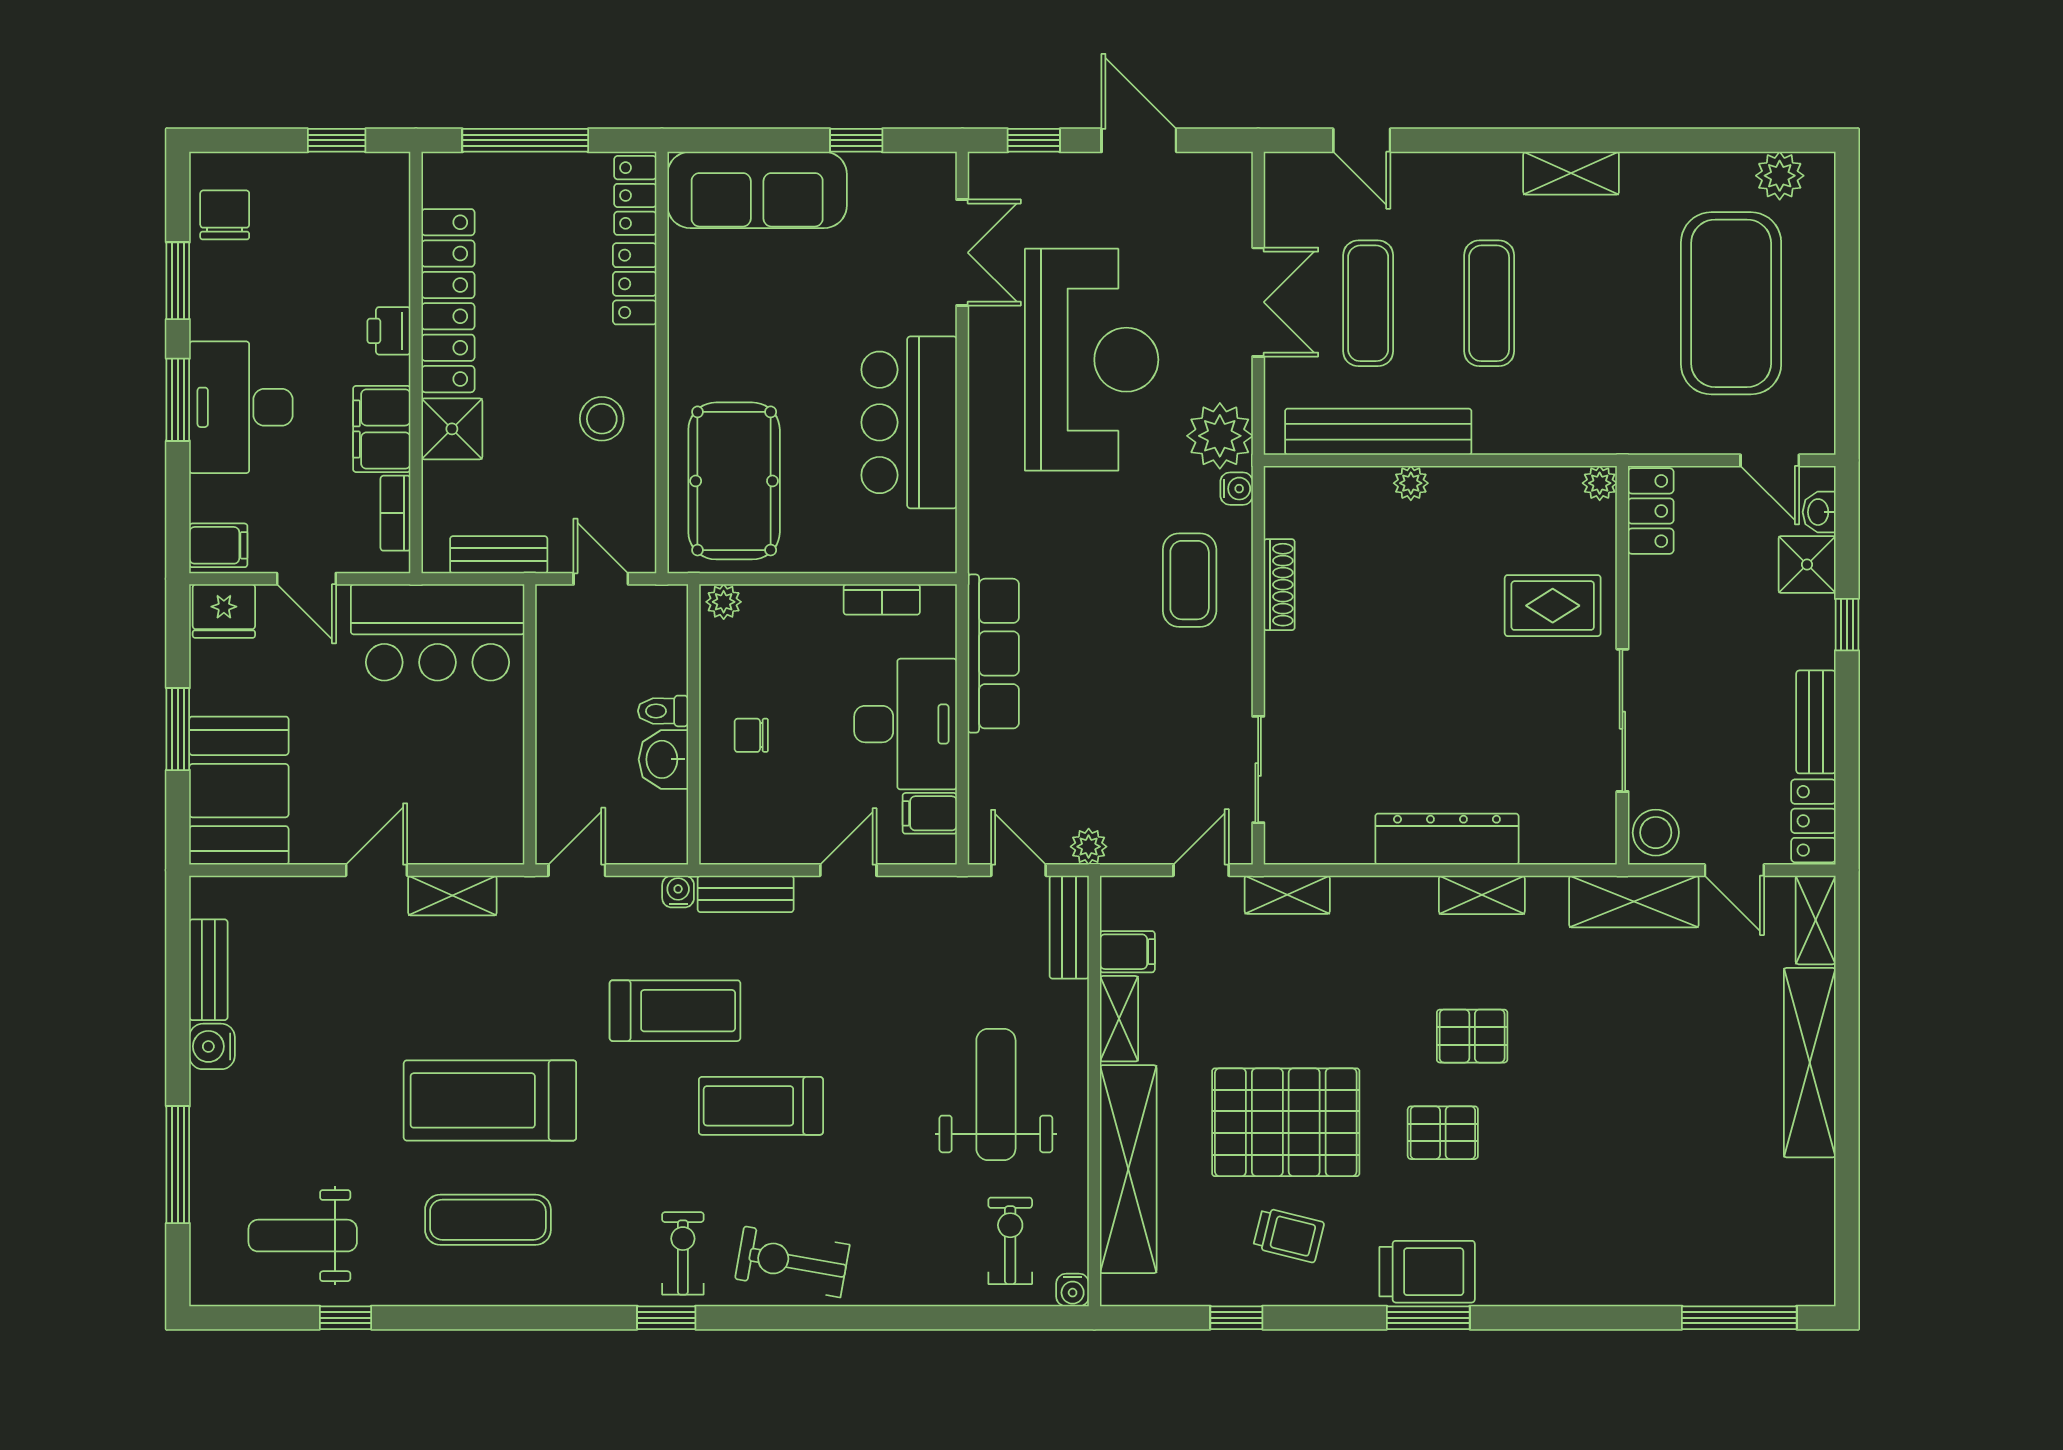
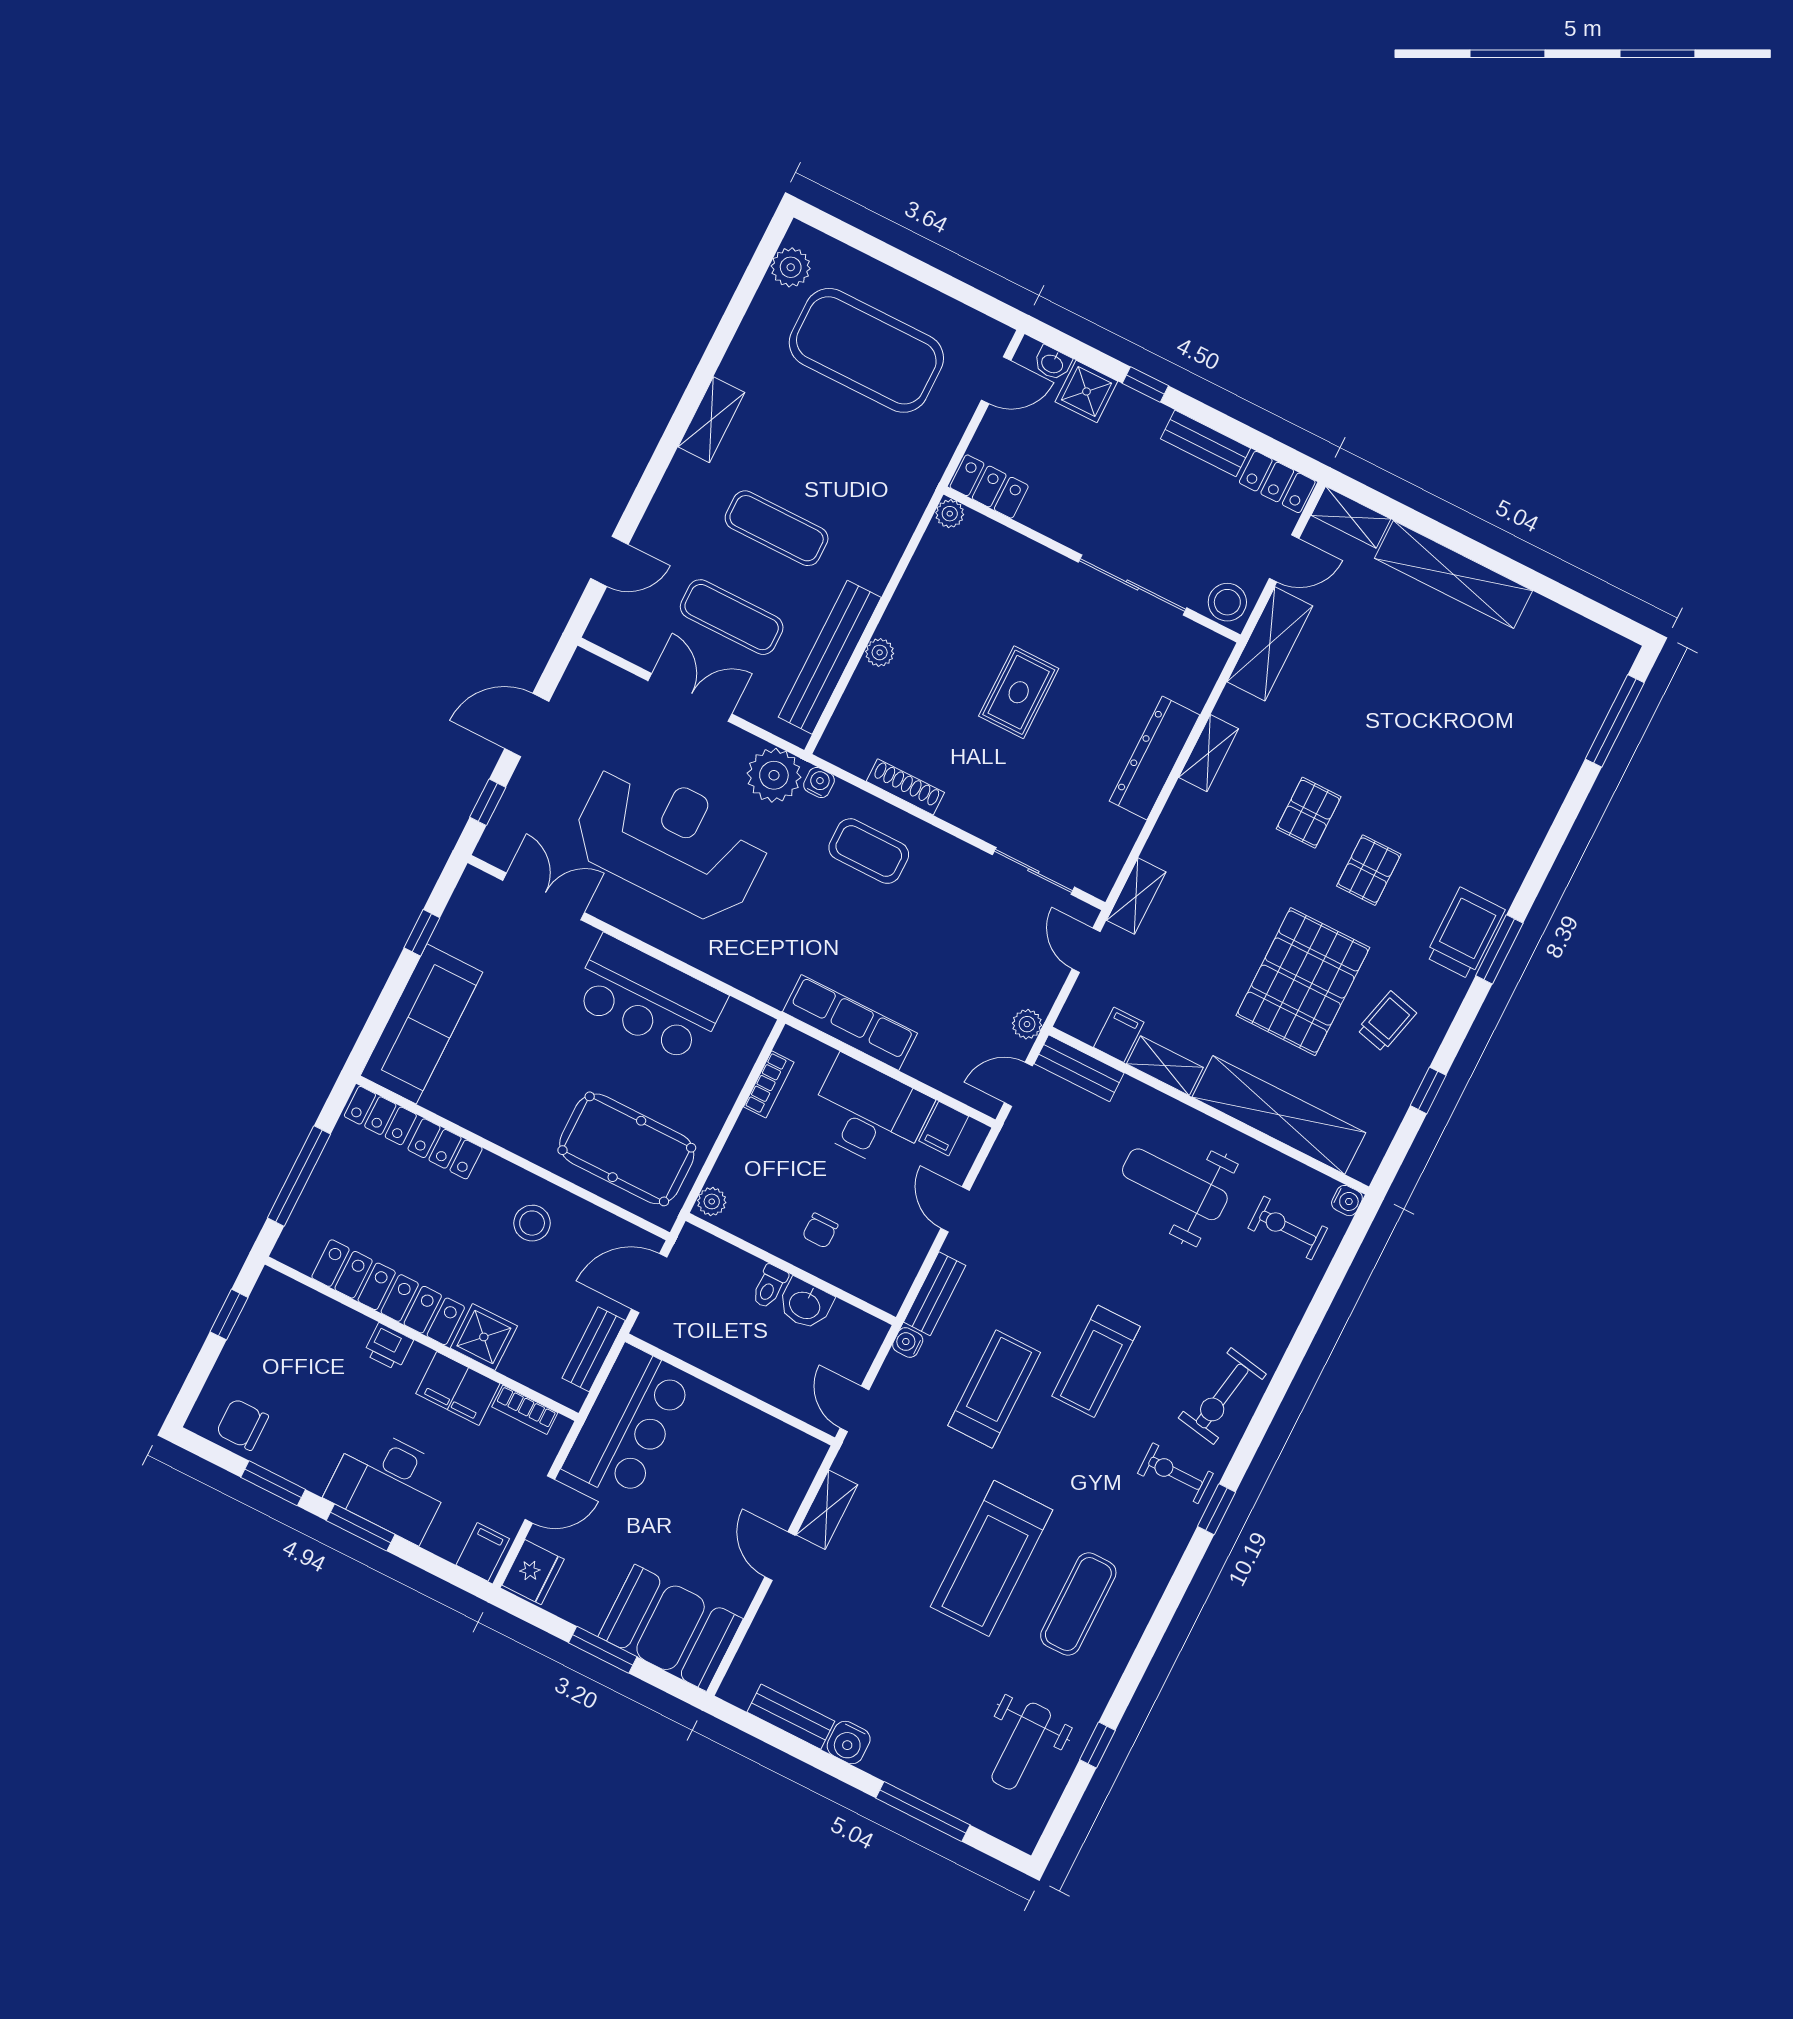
door: (601, 579) -> (649, 1283), width x1.38
rug: (1553, 606) -> (1019, 692), moved

